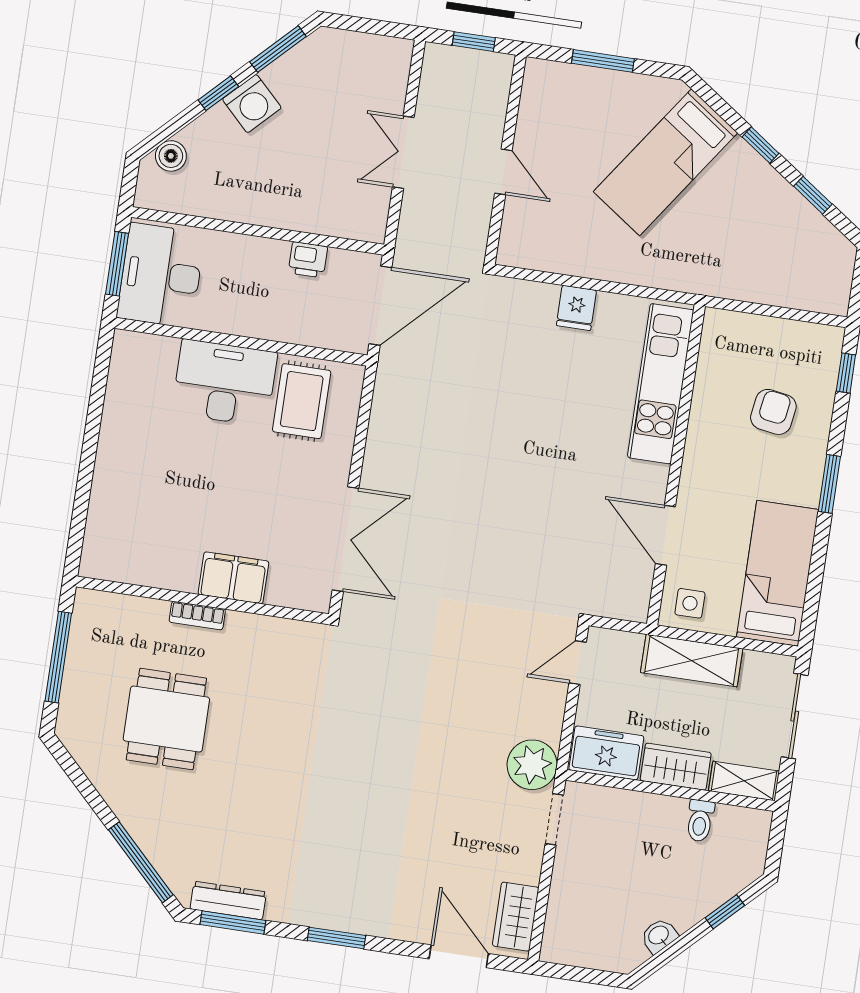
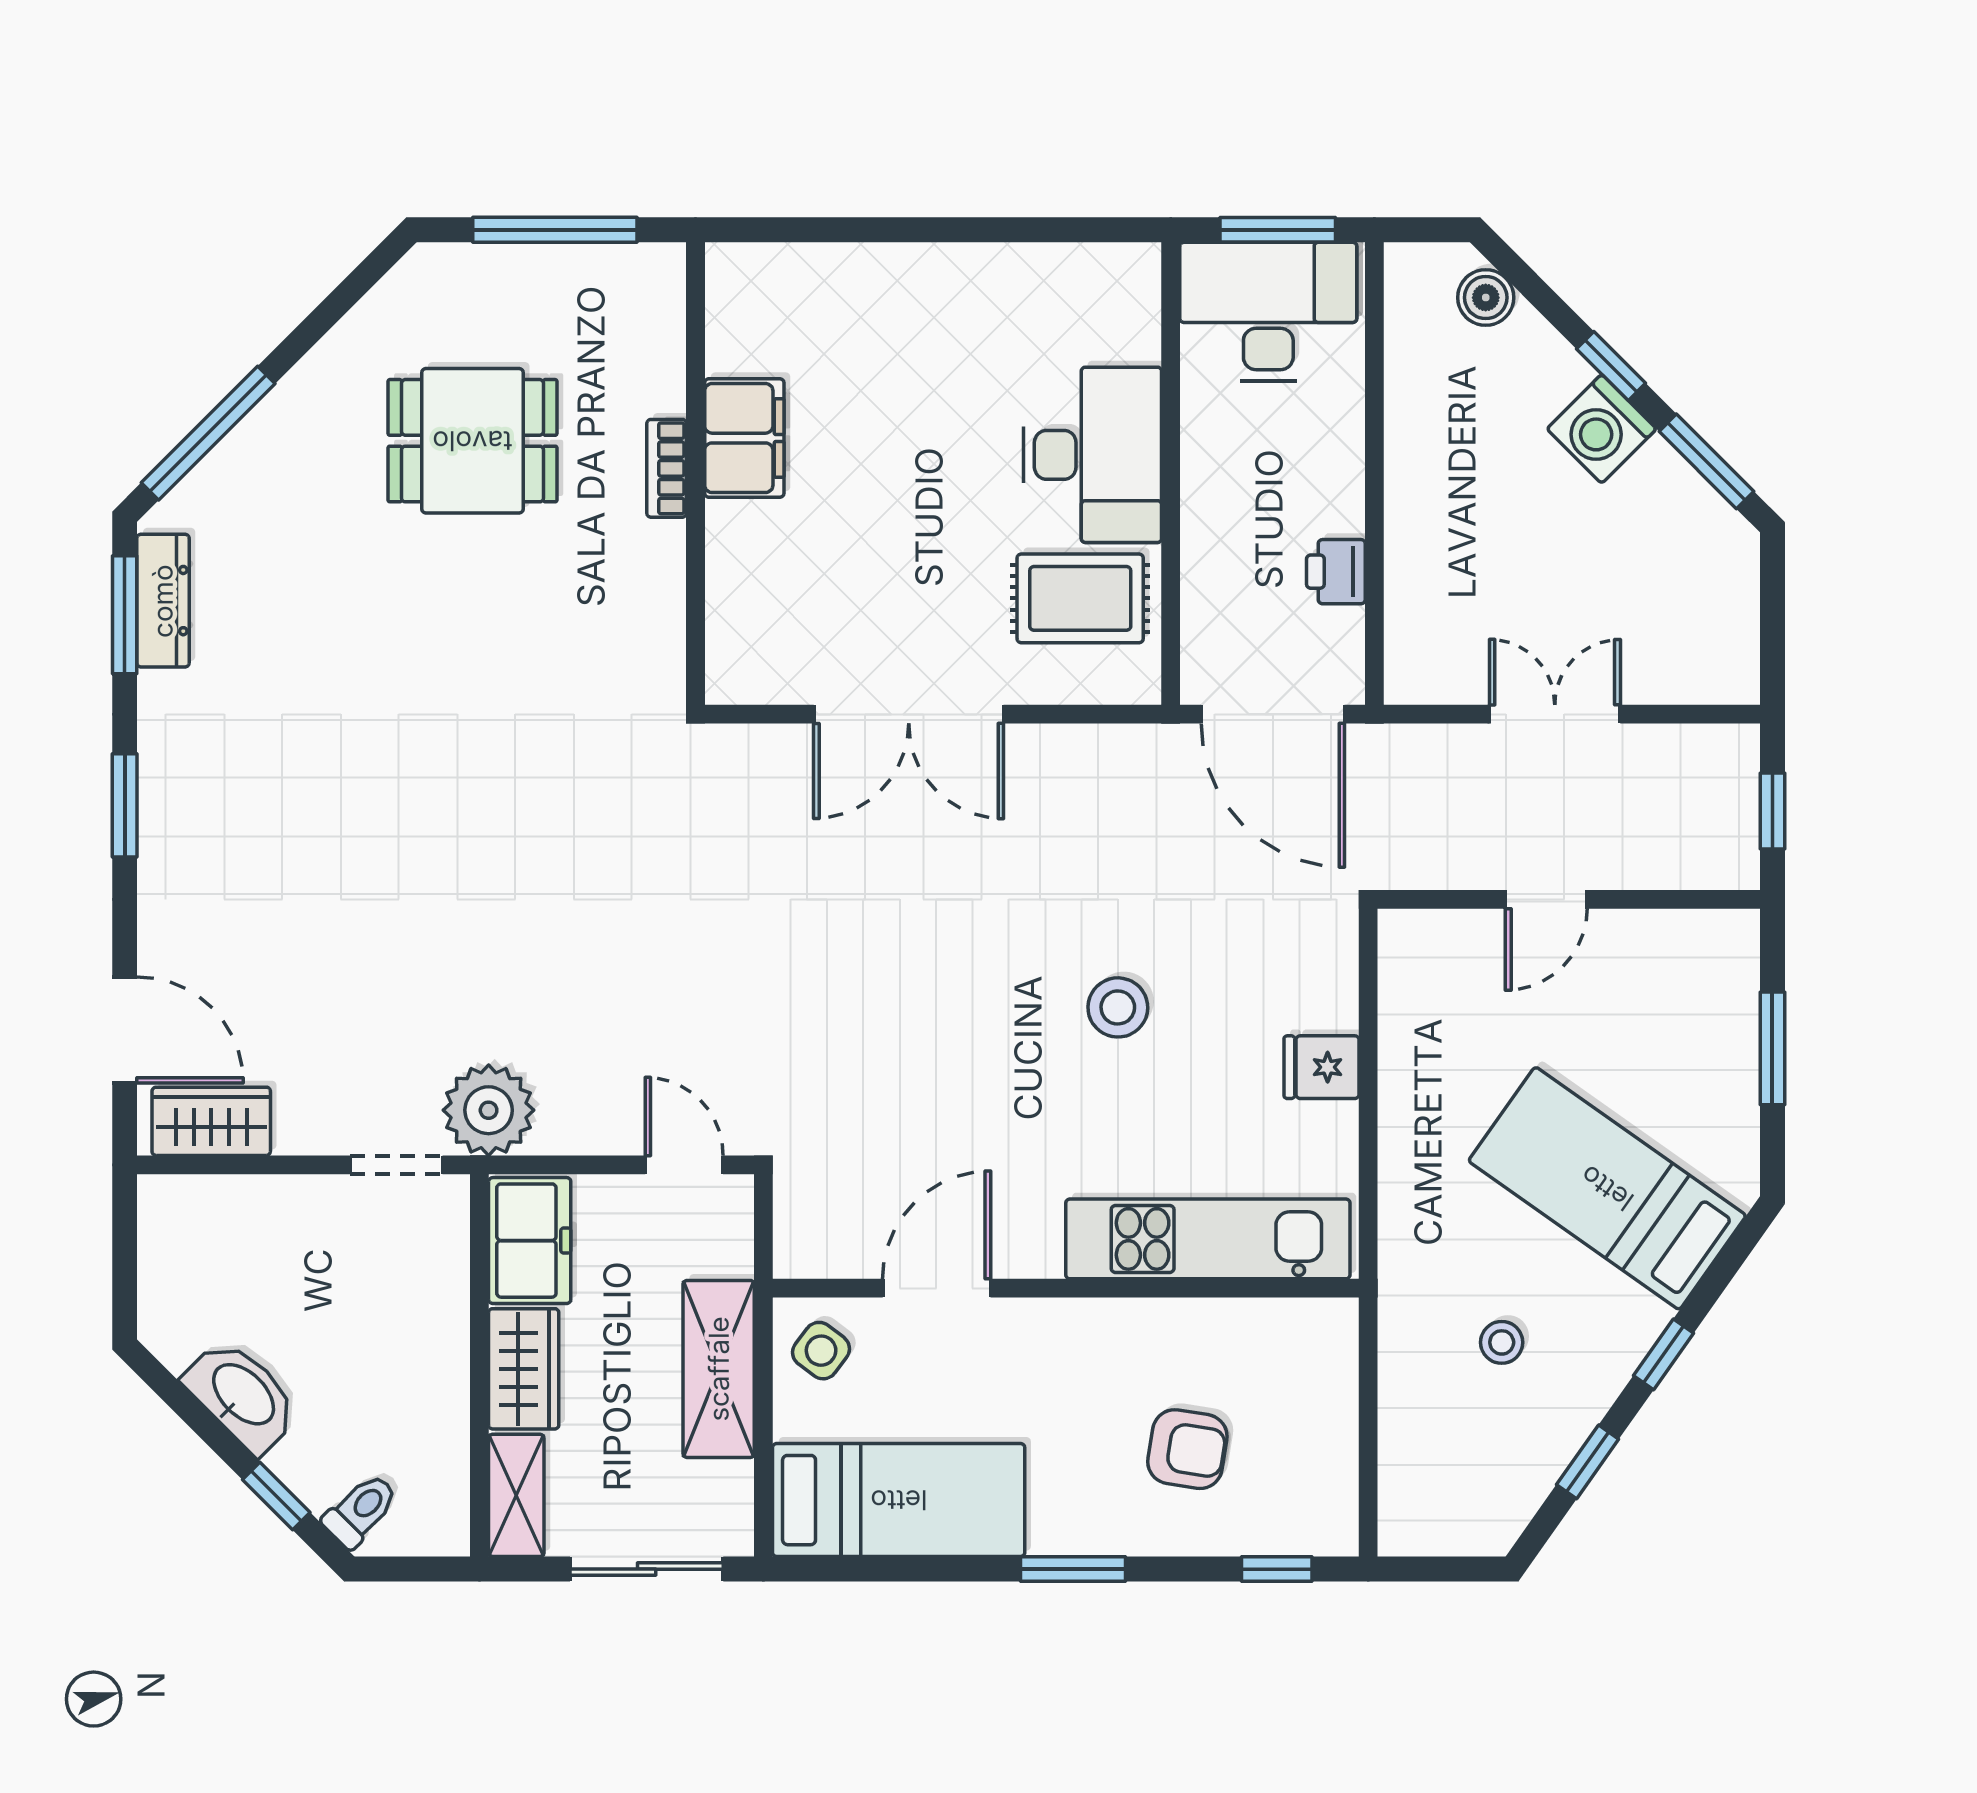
stool: (741, 232) -> (1502, 1342), added
stool: (527, 414) -> (1118, 1007), added
double door: (345, 539) -> (909, 714), moved
filing cabinet: (233, 578) -> (744, 438), moved
side table: (690, 603) -> (821, 1351), turned 37
toilet: (700, 821) -> (361, 1510), moved, turned 135
washbasin: (659, 936) -> (242, 1396), width x1.91, depth x1.45
door: (459, 956) -> (125, 1030), hinge flipped

